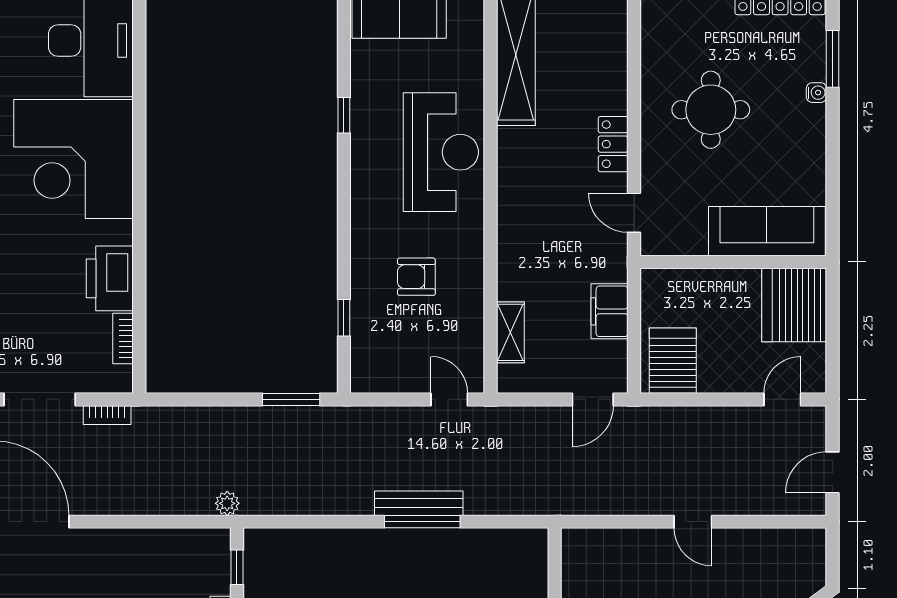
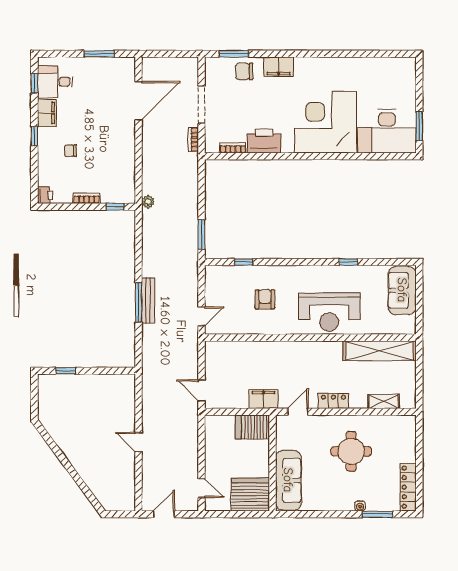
filing cabinet: (609, 311) -> (264, 399), moved
shelving: (510, 332) -> (384, 402), moved
server rack: (673, 361) -> (252, 427), moved, turned 180
door: (833, 472) -> (164, 514), hinge flipped
door: (693, 522) -> (138, 442), hinge flipped

